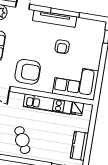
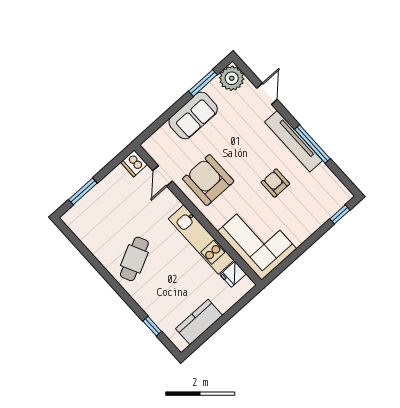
armchair: (62, 47) -> (275, 183), turned 90
armchair: (28, 72) -> (208, 180), turned 180

